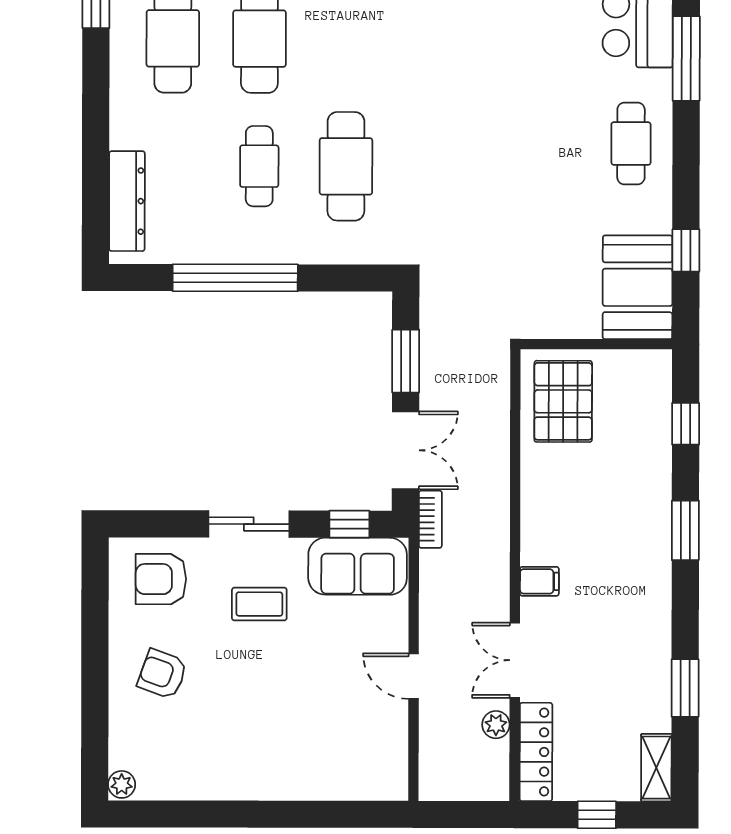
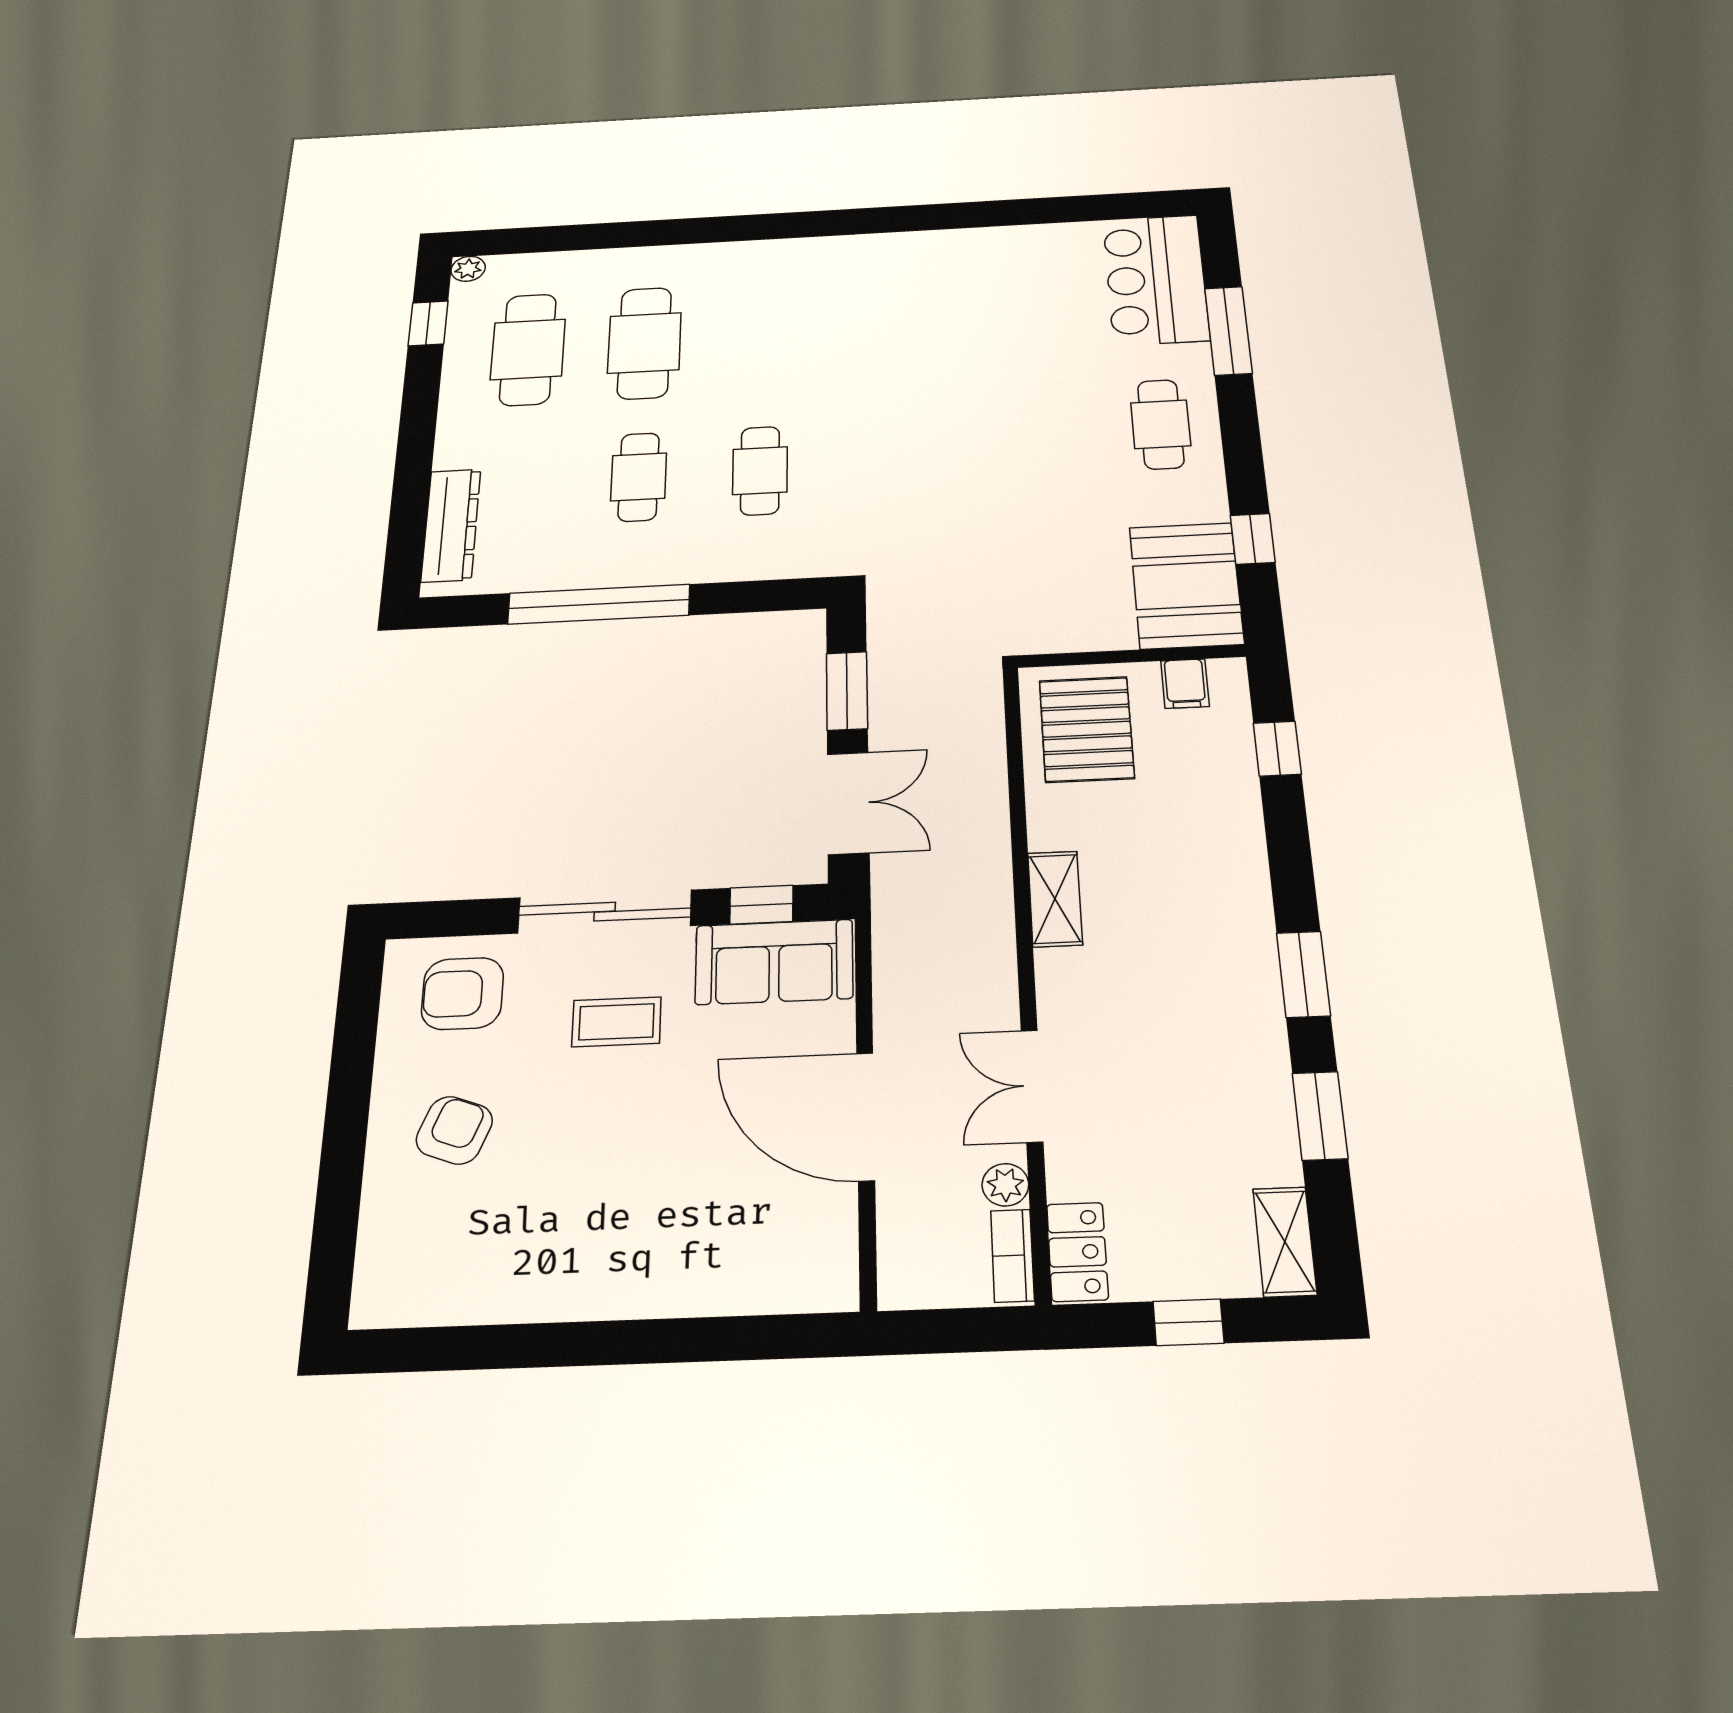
cafe table: (346, 166) -> (760, 471), width x0.73, depth x0.74
bookcase: (430, 519) -> (1012, 1256), moved, turned 180
sliding door: (249, 524) -> (605, 912), width x1.37
shelving: (536, 530) -> (1055, 899), added
window: (685, 530) -> (1303, 974), moved
filing cabinet: (539, 581) -> (1185, 684), moved, turned 90
armchair: (162, 674) -> (454, 1130), turned 91
door: (414, 676) -> (866, 1116), width x1.87
locker: (536, 752) -> (1077, 1252), width x0.66
plant: (122, 784) -> (373, 1304), removed

